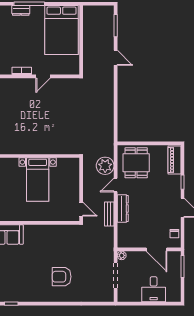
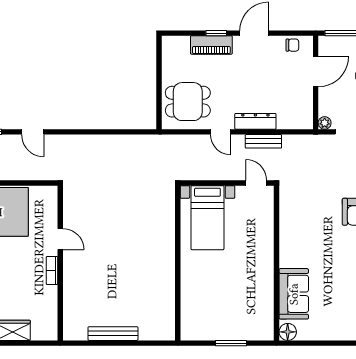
door: (116, 58) -> (33, 132), swing flipped
piano: (174, 160) -> (211, 45), moved
plant: (105, 166) -> (192, 147), removed
bed with nightstands: (38, 180) -> (207, 218), moved, turned 90
door: (81, 209) -> (256, 183), hinge flipped

